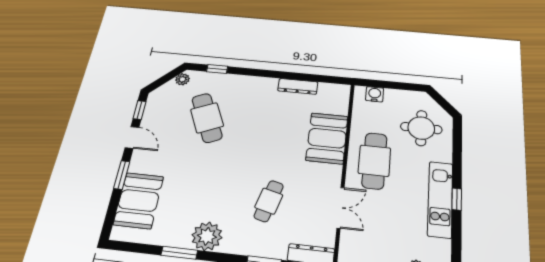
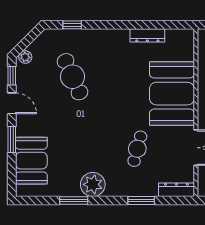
plant: (182, 79) -> (25, 57), moved
booth: (327, 138) -> (172, 94), width x1.36, depth x1.42

